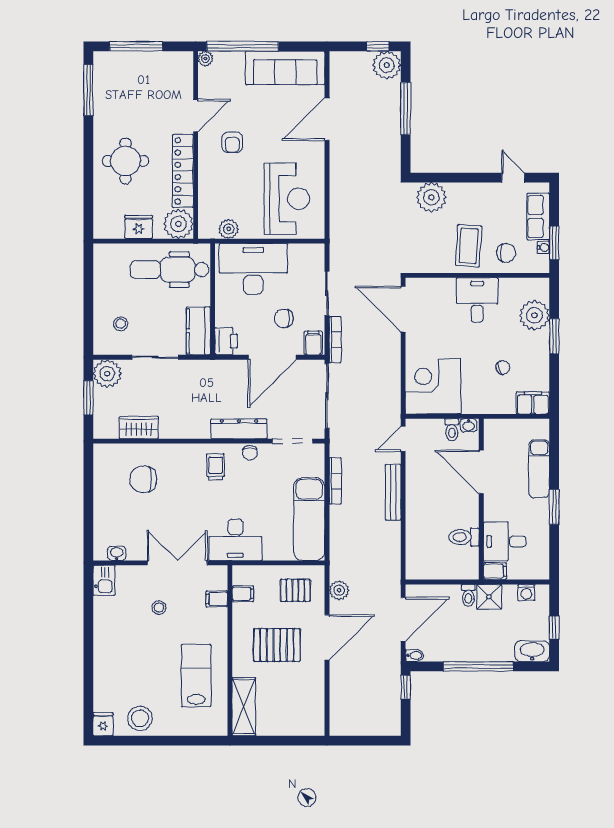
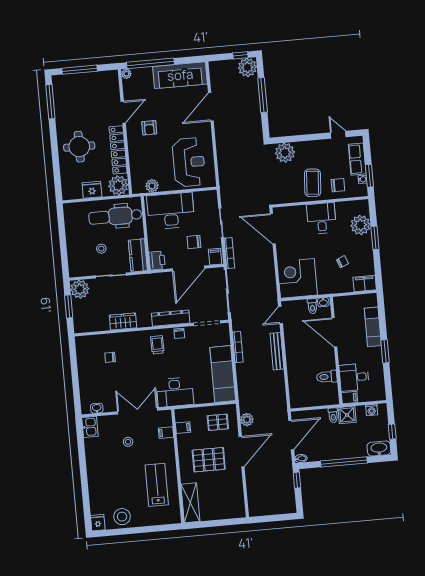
stool: (121, 324) -> (101, 249), moved
wardrobe: (139, 427) -> (123, 321), moved
chair: (143, 479) -> (110, 357), width x0.54, depth x0.54

